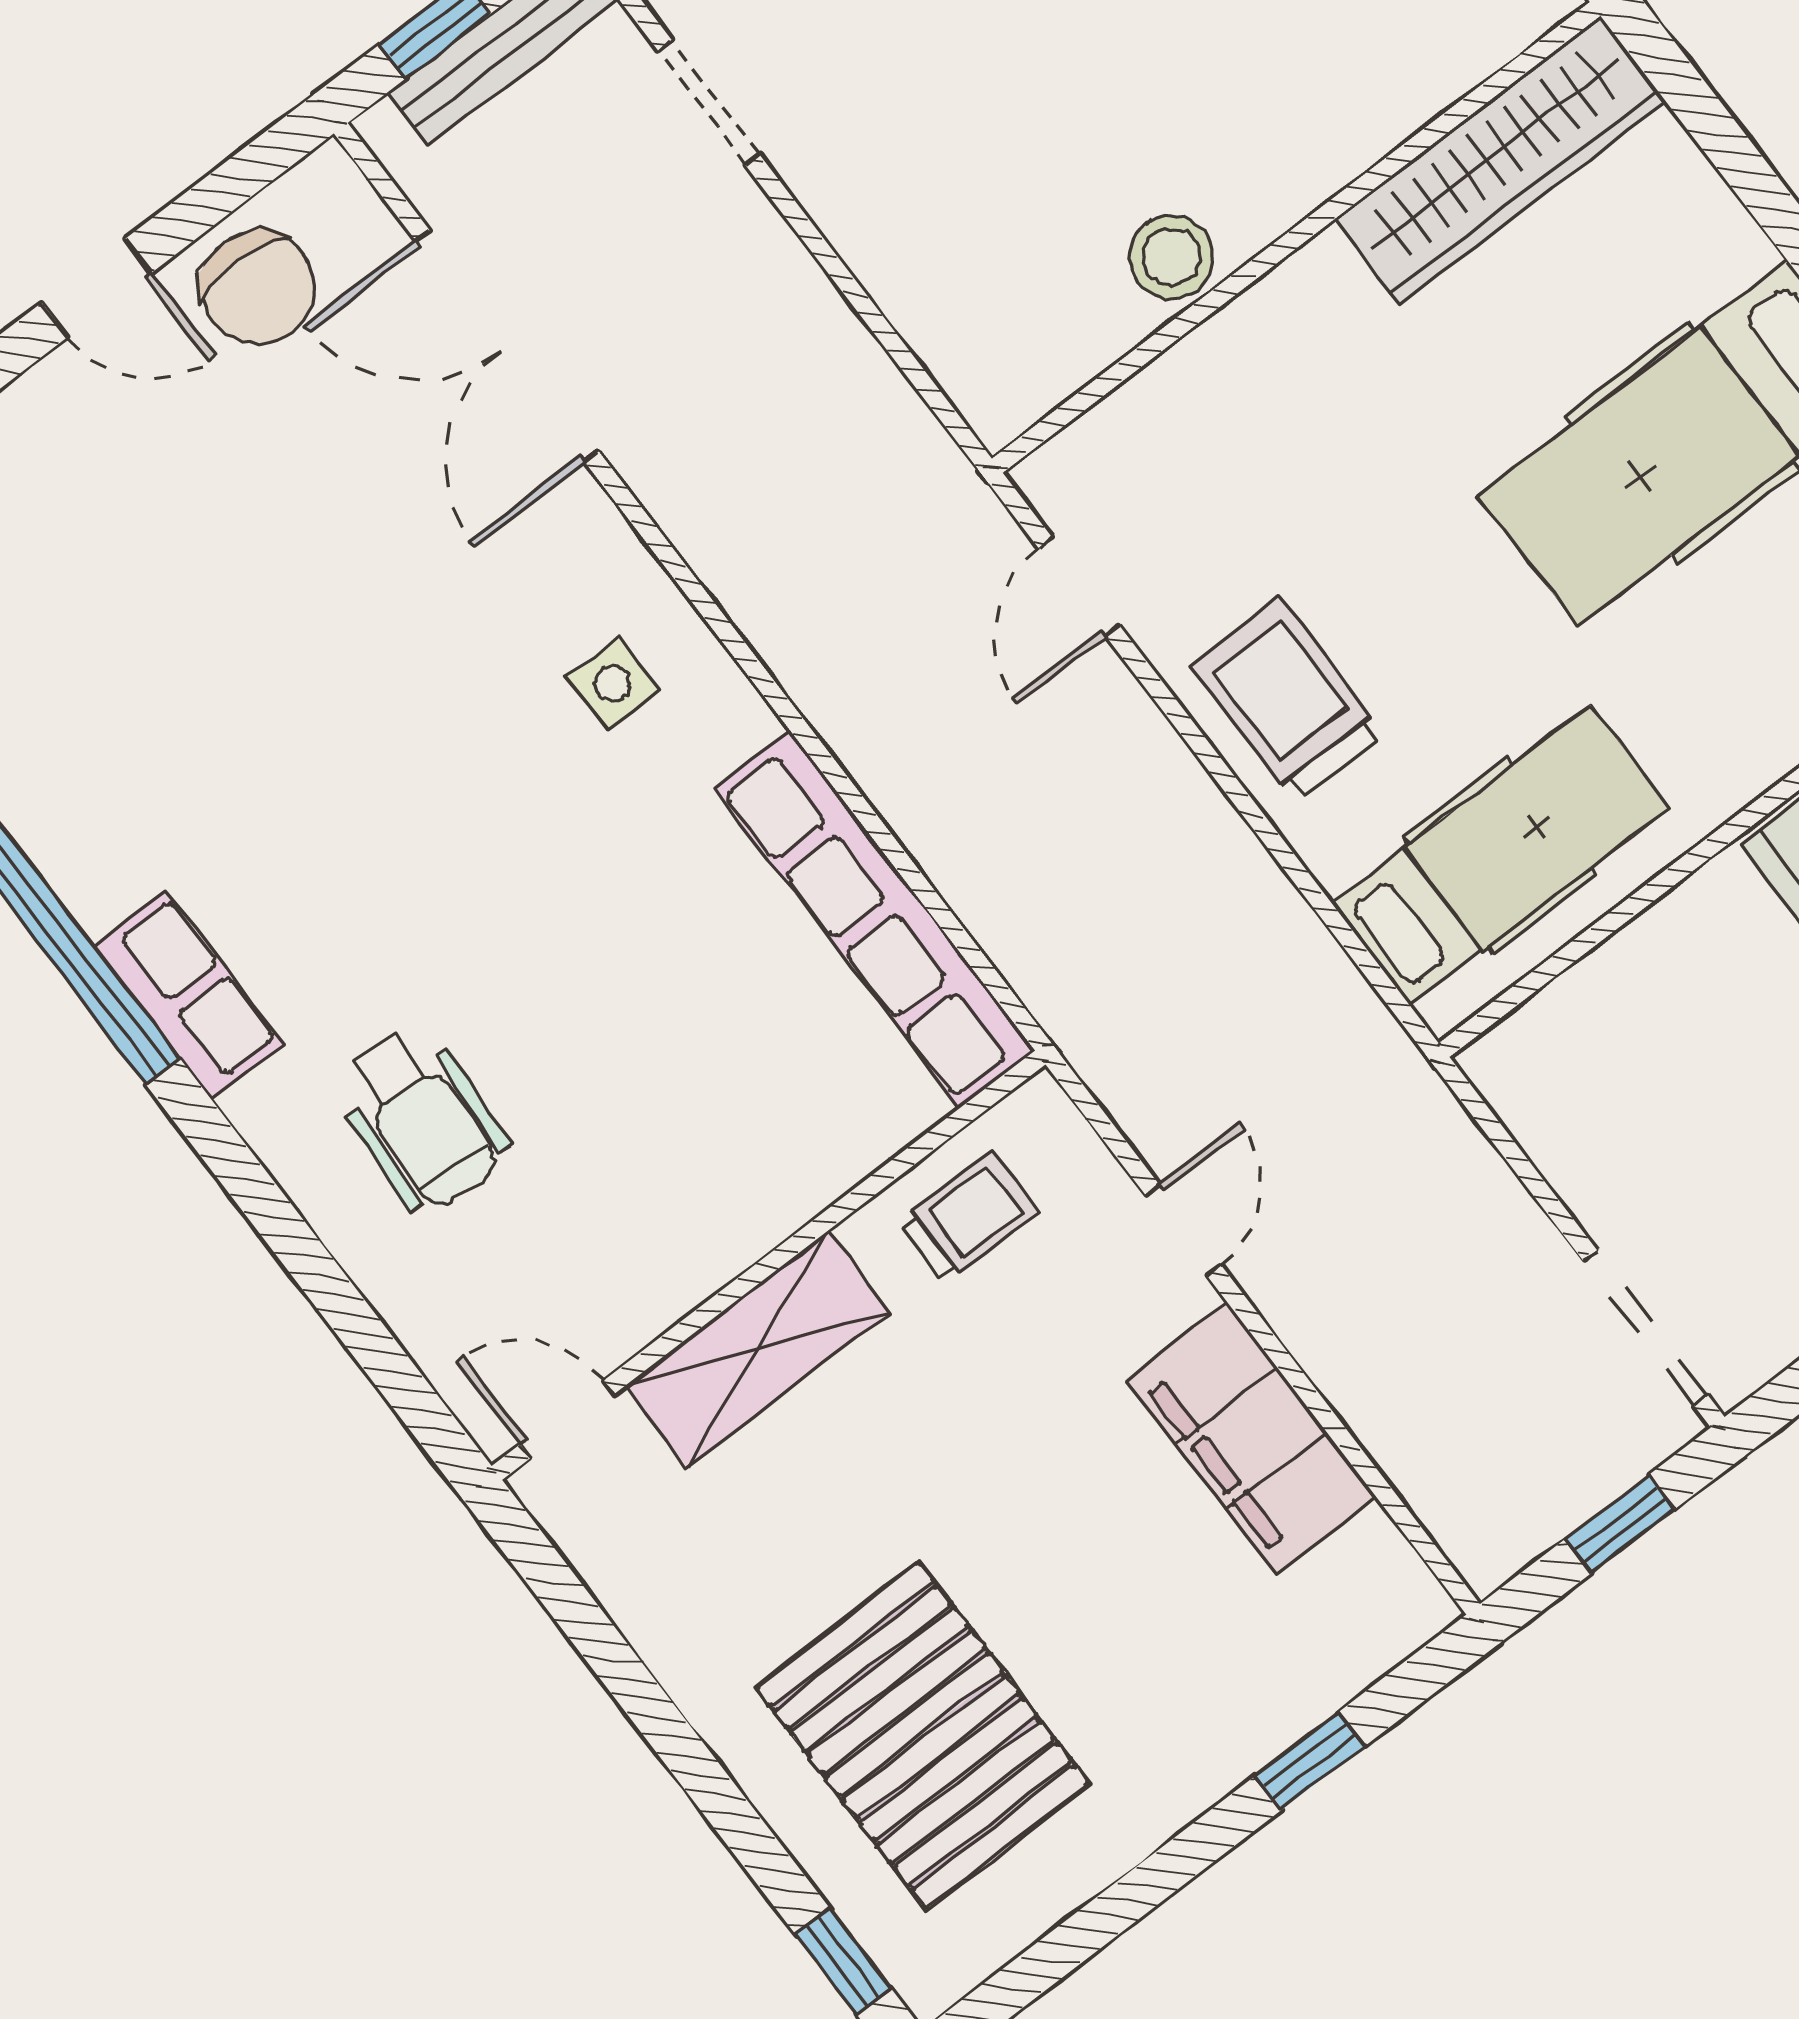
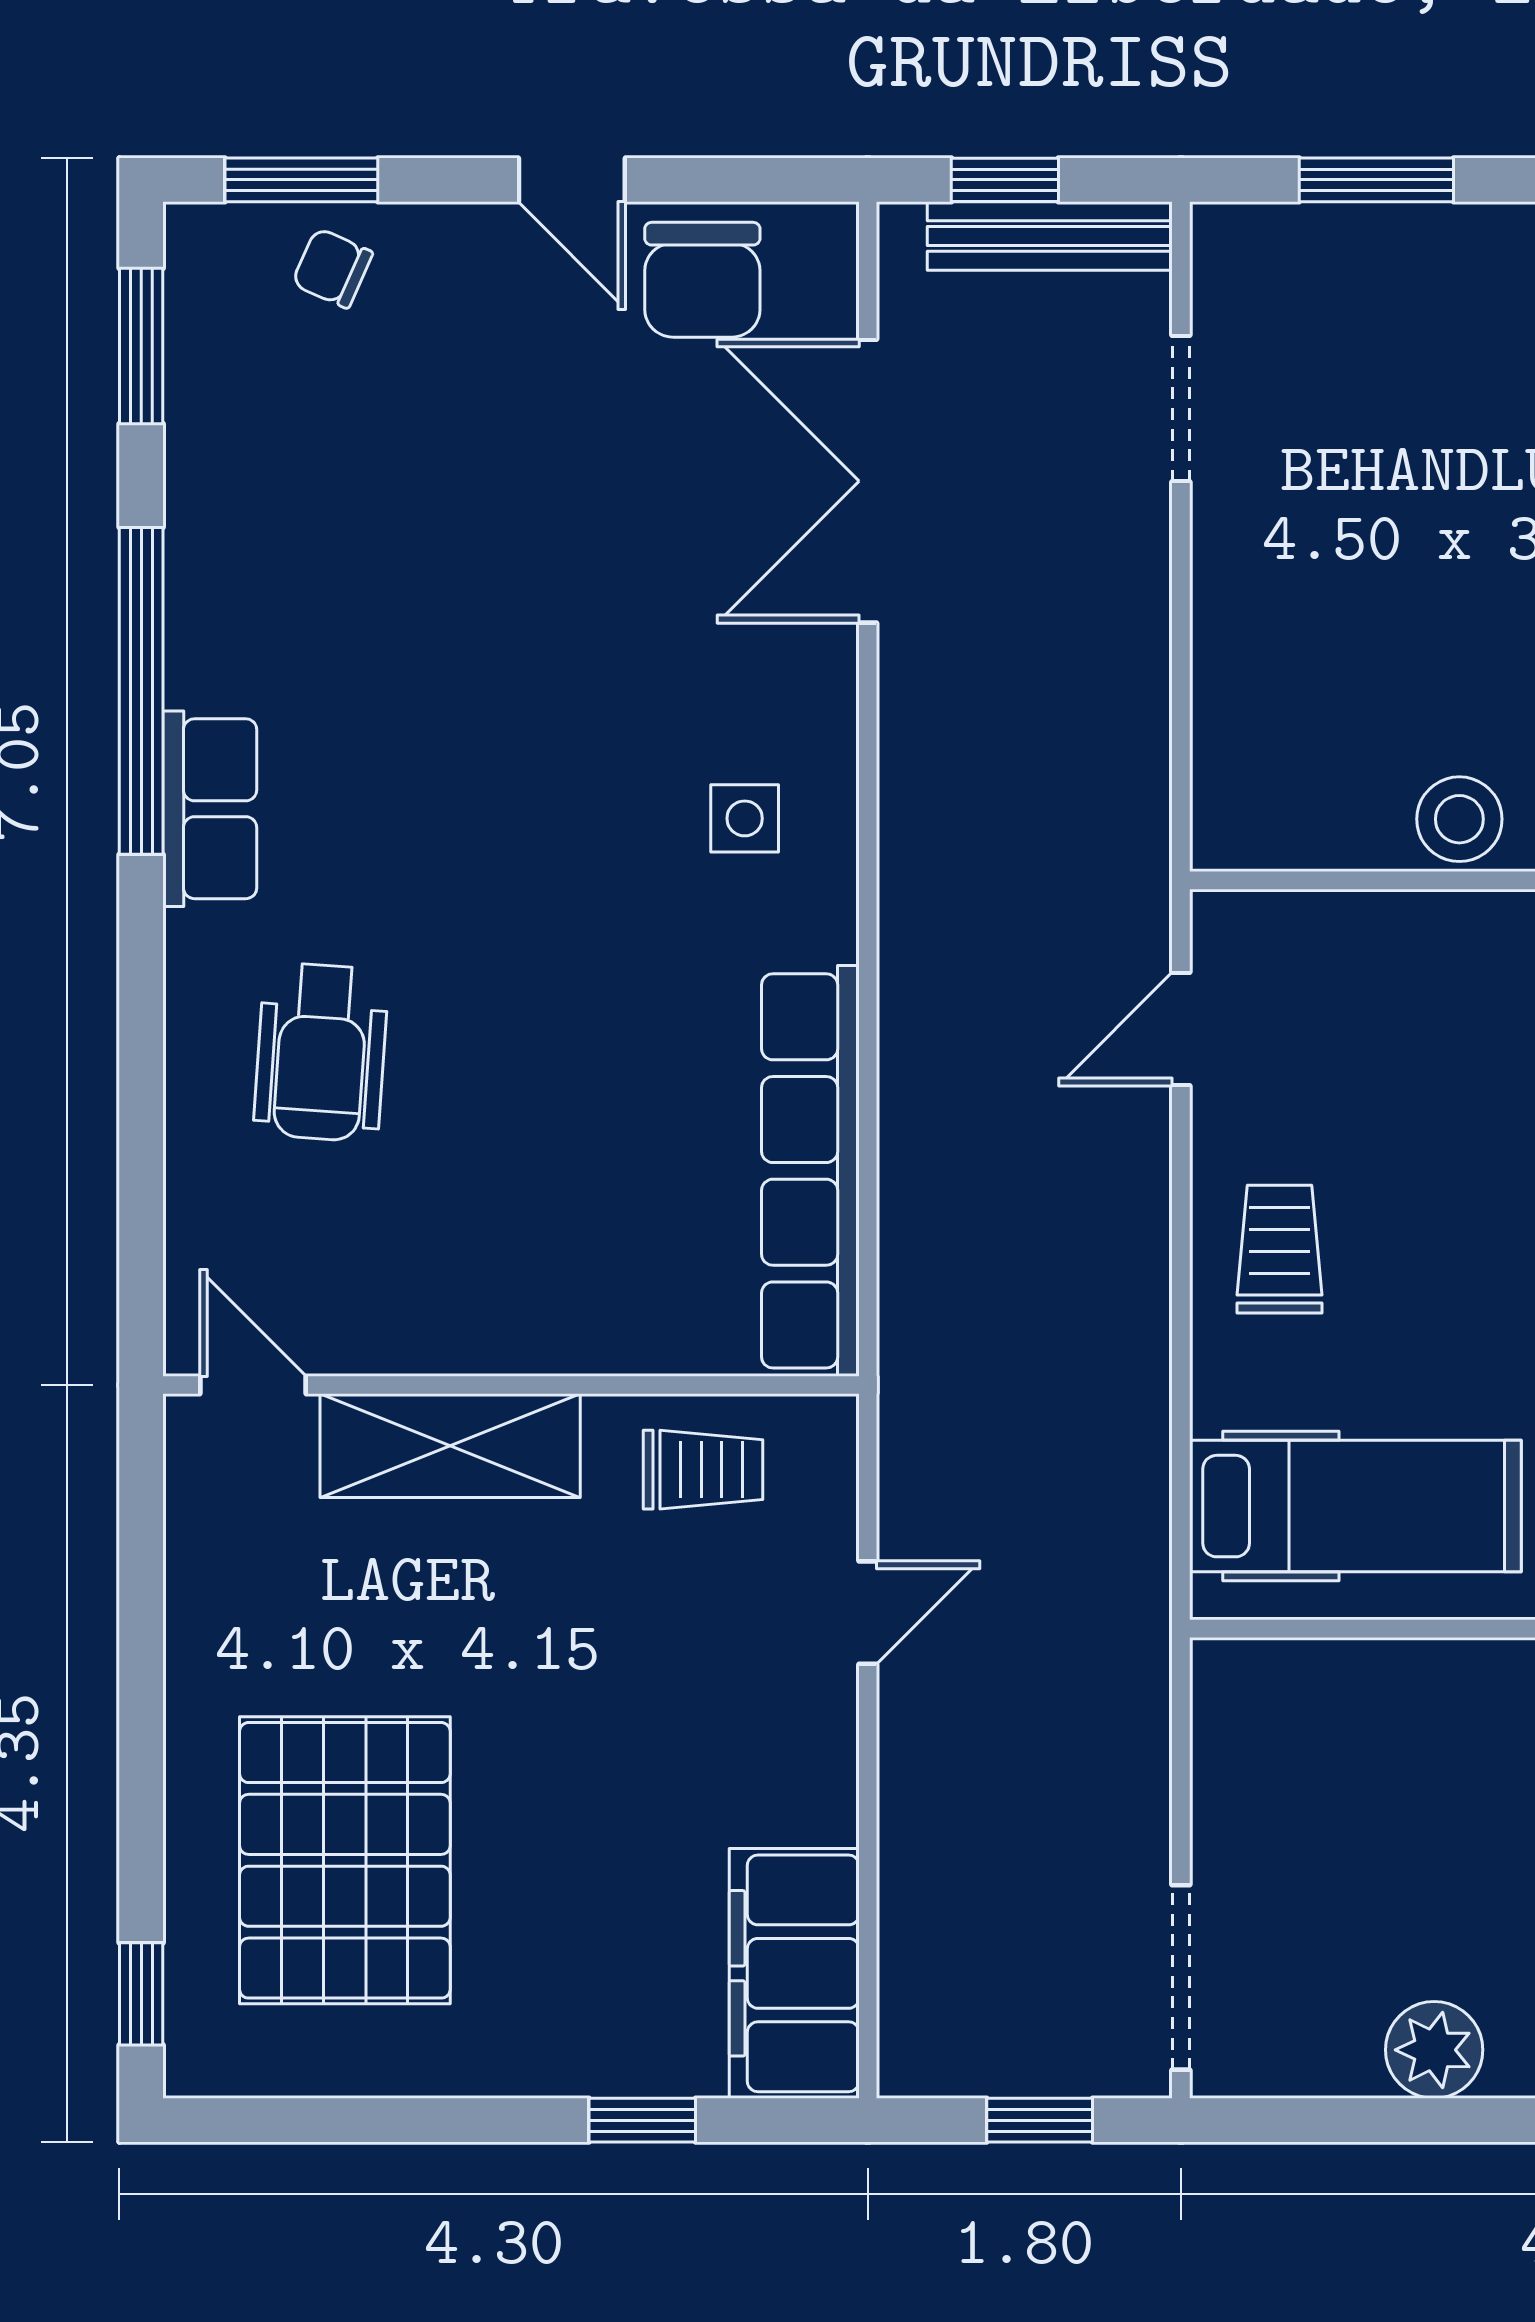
trolley: (1288, 700) -> (1279, 1249), width x0.73, depth x0.72
filing cabinet: (1251, 1438) -> (794, 1973), moved

